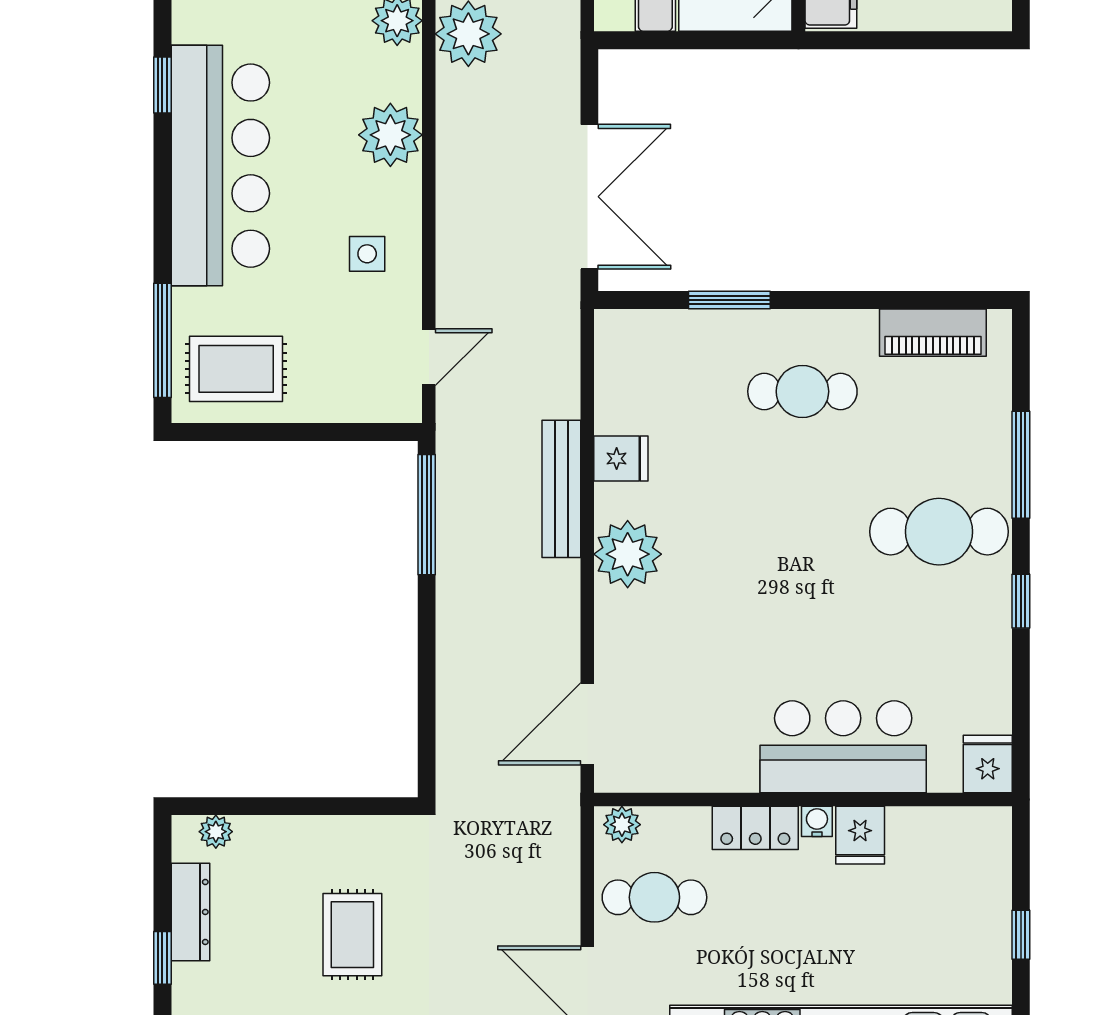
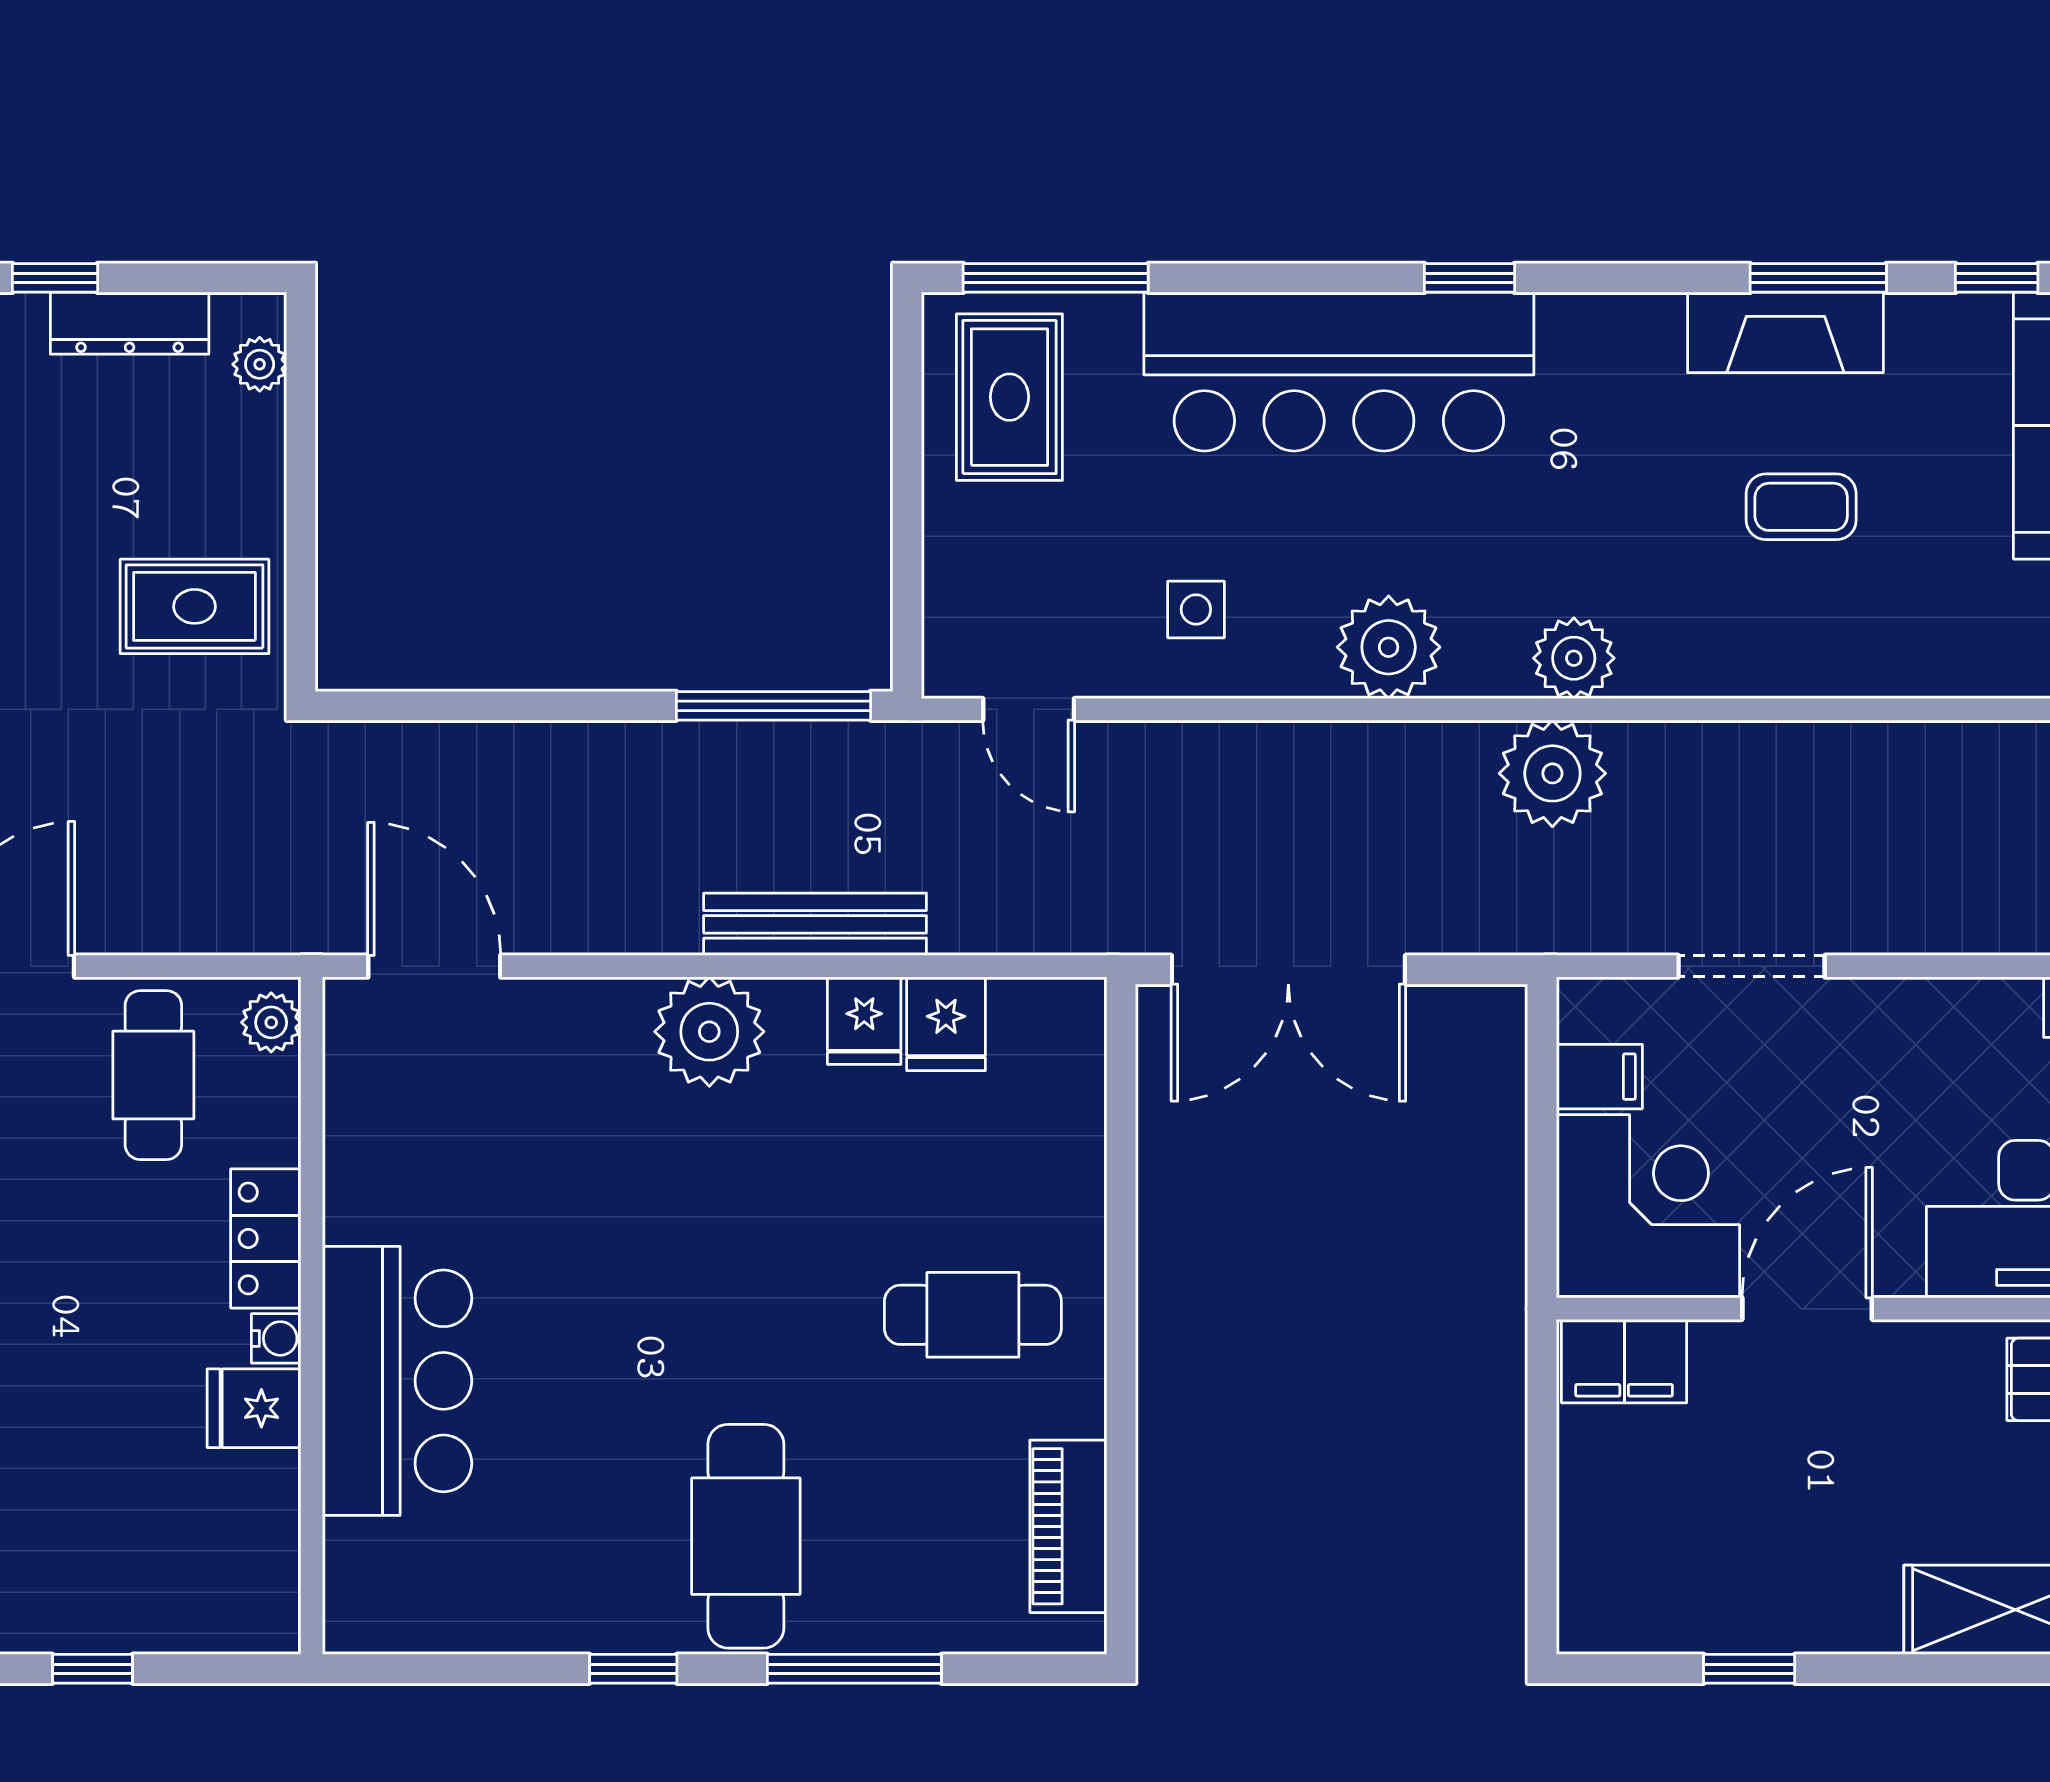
window: (729, 300) -> (1121, 1197), removed
cafe table: (802, 391) -> (973, 1315), turned 90
fridge: (988, 764) -> (946, 1024), moved, turned 90
rug: (352, 935) -> (195, 606), moved

